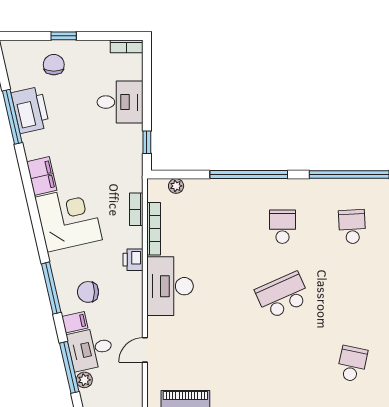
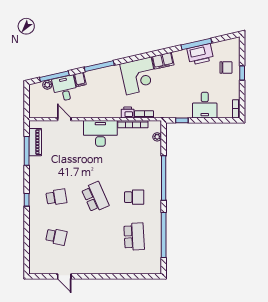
school desk: (352, 227) -> (134, 237), width x1.85
printer: (133, 260) -> (128, 112), moved
chair: (88, 292) -> (97, 87), removed
school desk: (282, 364) -> (56, 197), added

